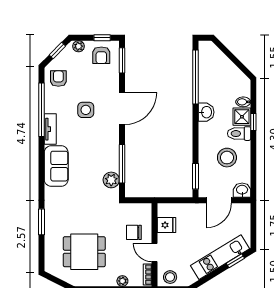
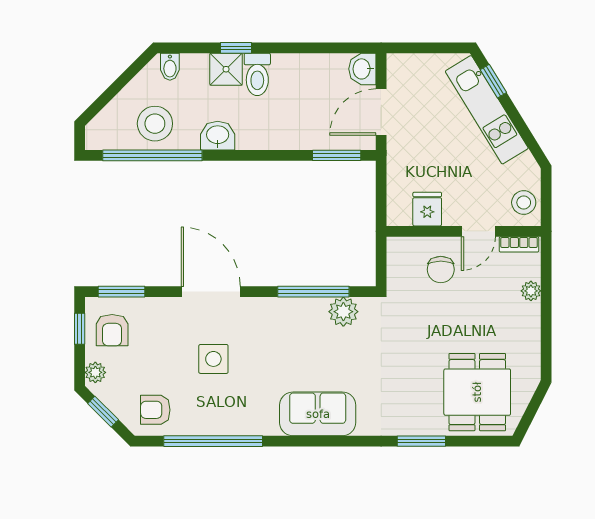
armchair: (101, 55) -> (112, 330), turned 90
bidet: (243, 102) -> (170, 67), moved
tv unit: (50, 129) -> (249, 425), removed
stool: (227, 158) -> (155, 124), moved
door: (219, 200) -> (381, 112), swing flipped
dining table: (84, 252) -> (477, 392), moved

